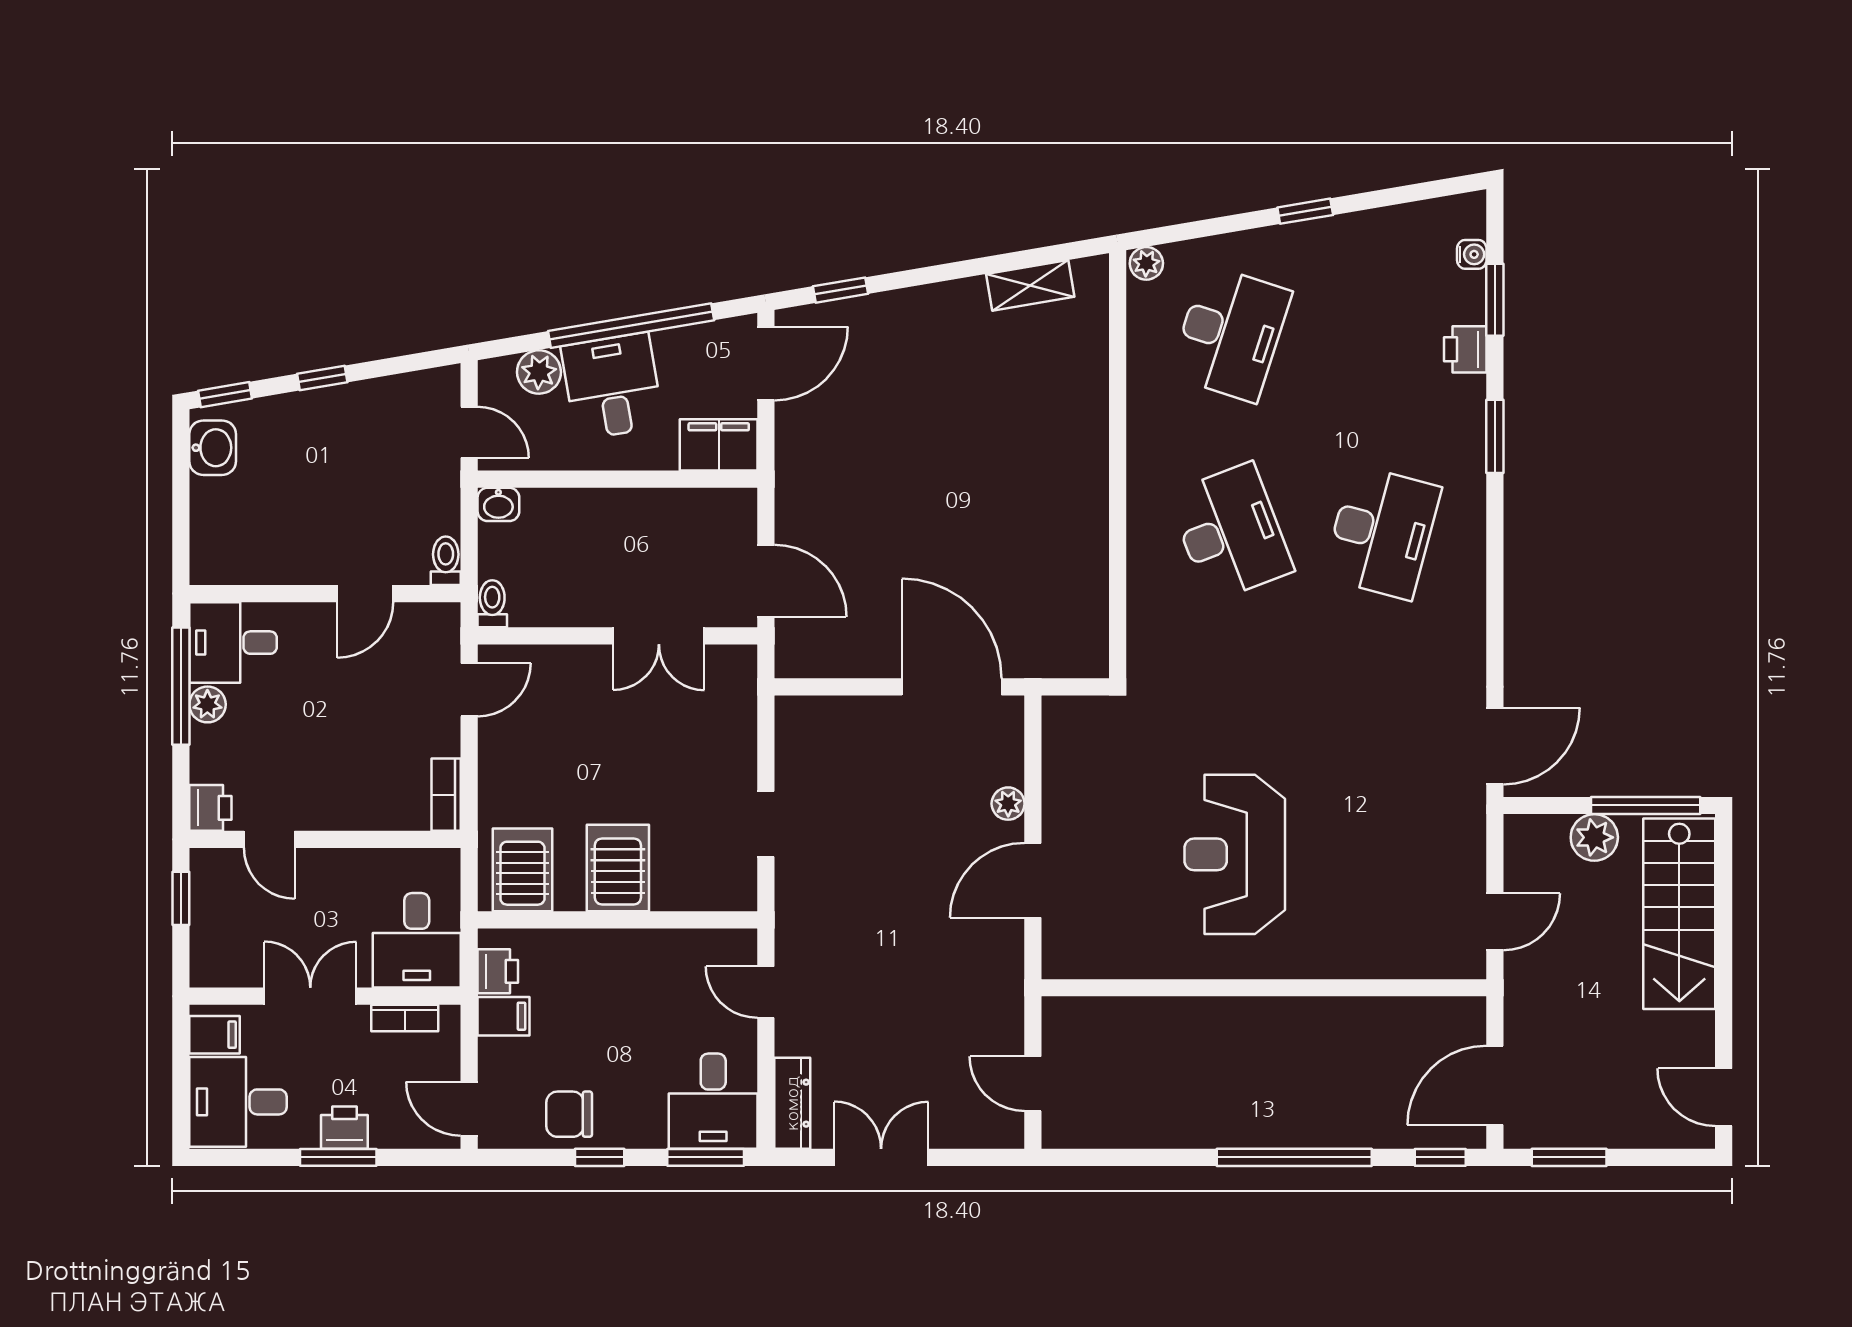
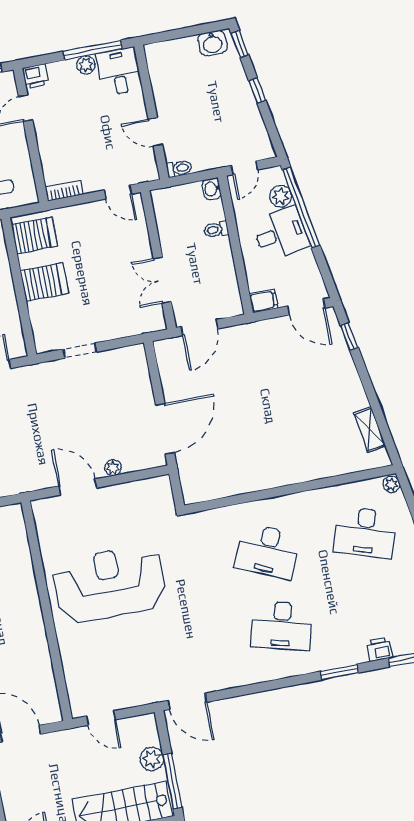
window: (631, 326) -> (301, 208), moved
filing cabinet: (719, 445) -> (264, 301), width x0.50
desk: (1231, 532) -> (267, 551), turned 45
toilet: (492, 604) -> (216, 229), moved, turned 180
reception desk: (1235, 854) -> (109, 584), width x1.36, depth x1.30

